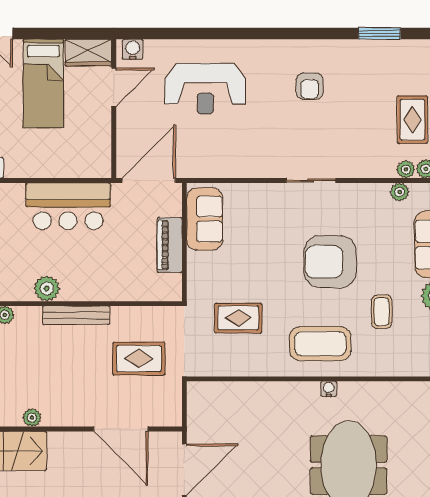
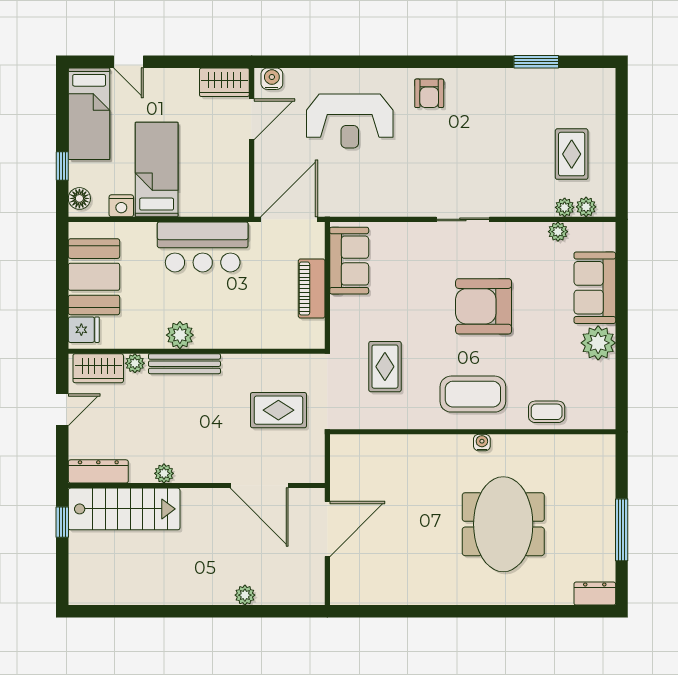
bed: (43, 83) -> (157, 169), moved, turned 180
armchair: (310, 86) -> (429, 93), moved
coffee table: (382, 312) -> (547, 412), moved, turned 90
bench: (76, 315) -> (184, 364), moved
rug: (238, 318) -> (385, 367), turned 90

